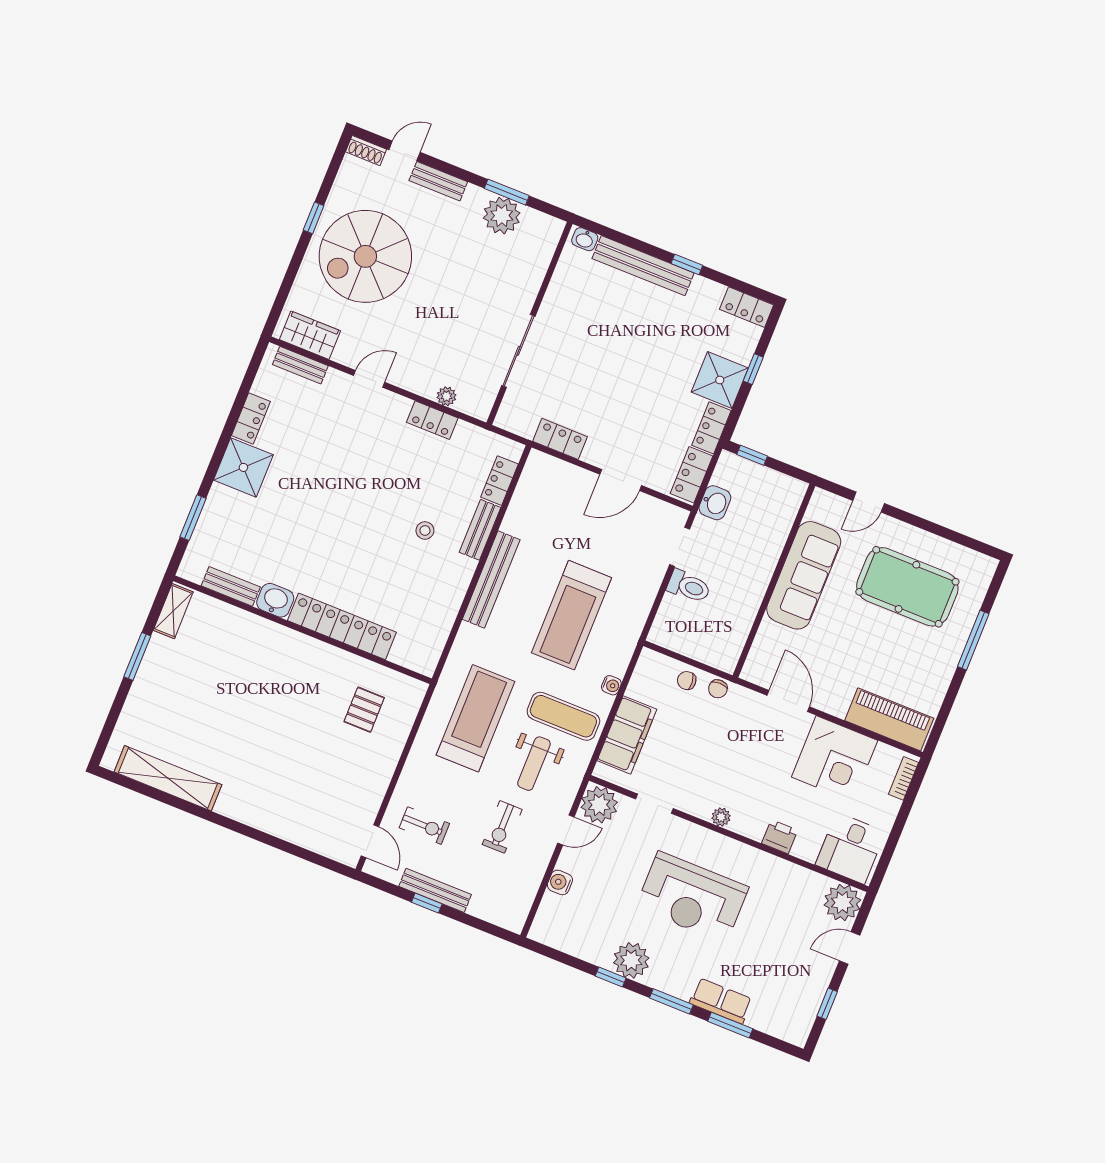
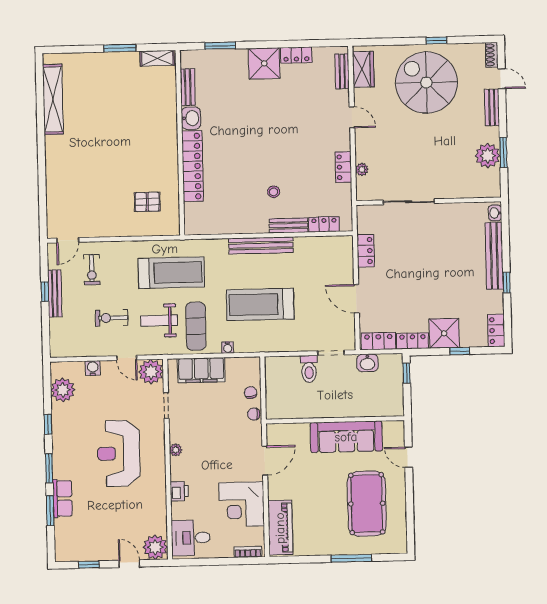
plant: (631, 960) -> (63, 390), moved

